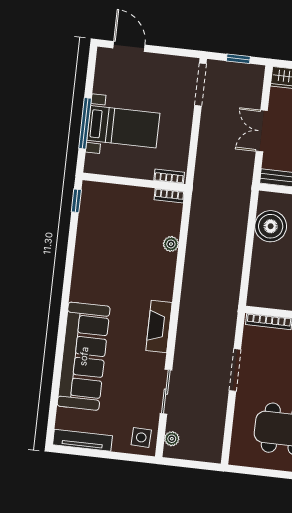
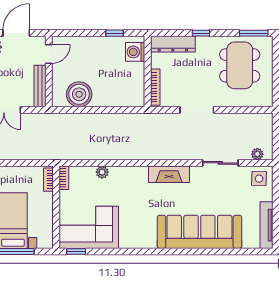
corner sofa: (104, 220) -> (89, 227), added

